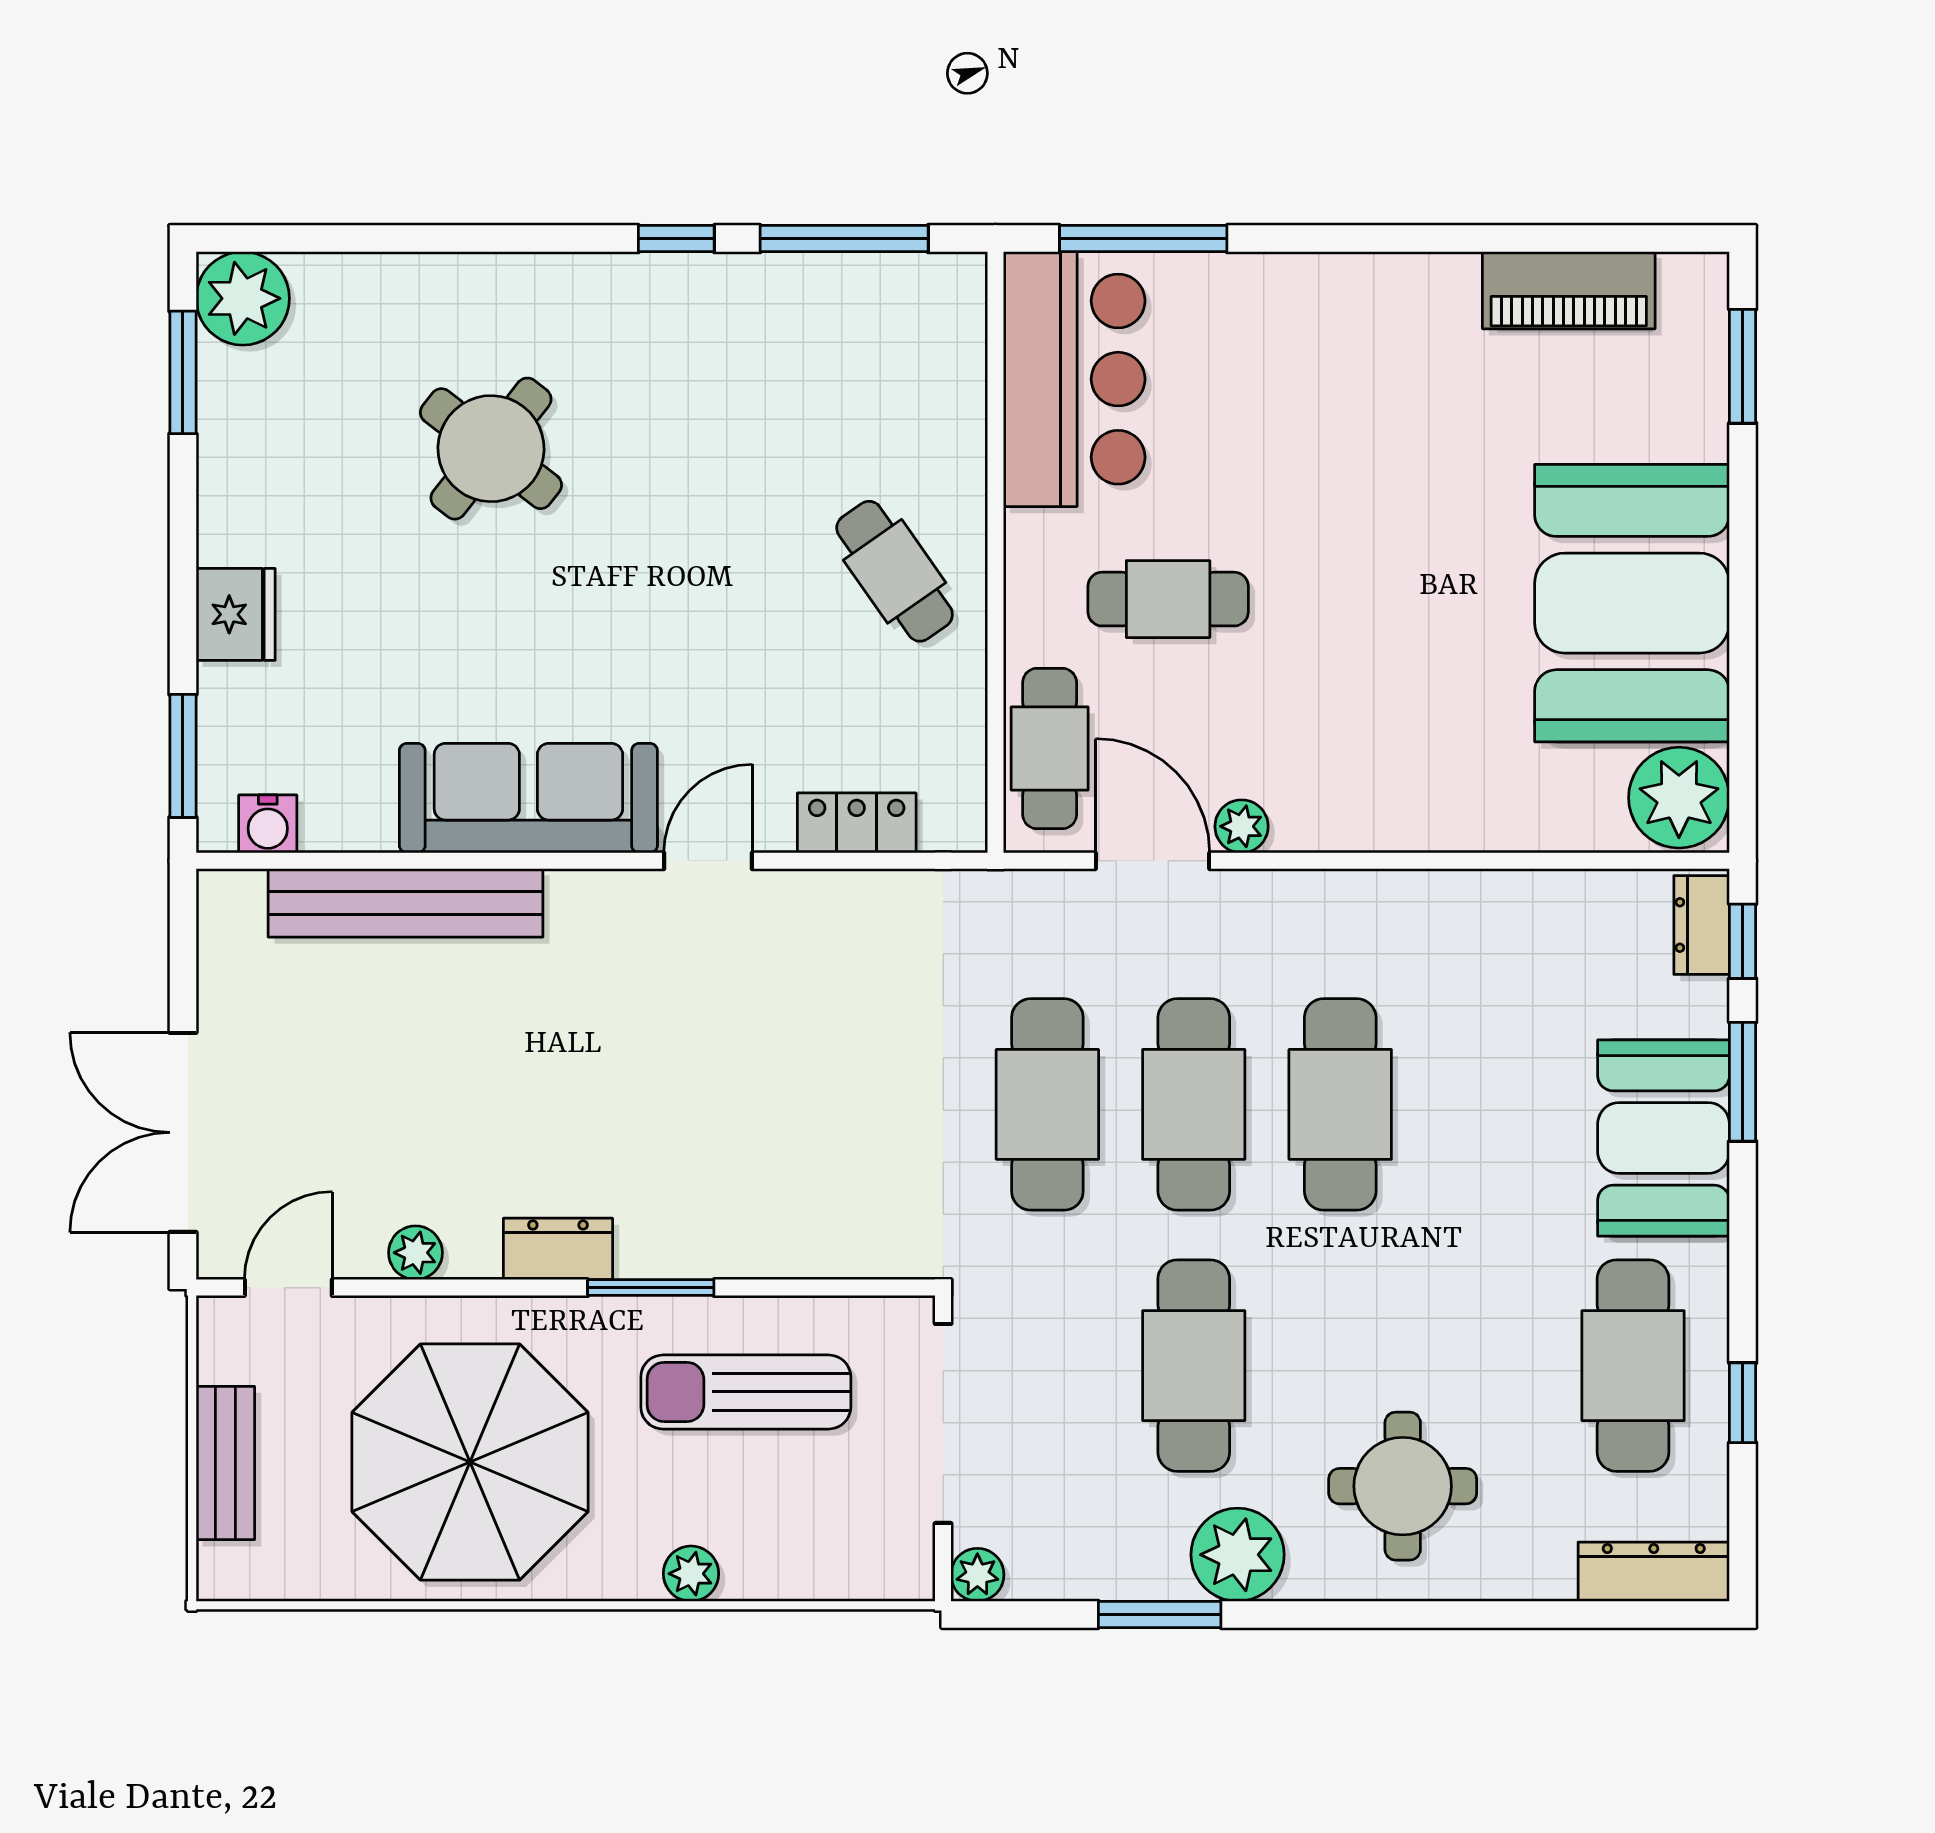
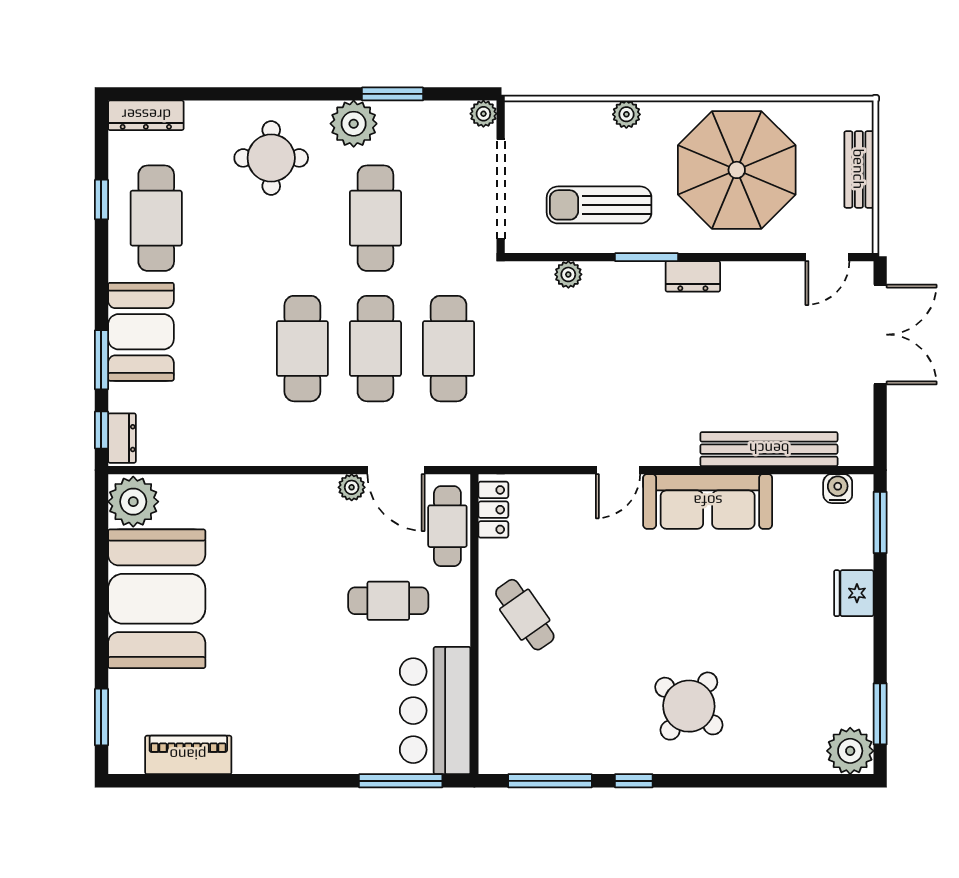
round table: (491, 449) -> (689, 706), moved
locker: (857, 823) -> (493, 510), moved, turned -90
plant: (415, 1253) -> (568, 274), moved
sun lounger: (746, 1392) -> (599, 205), turned 180

